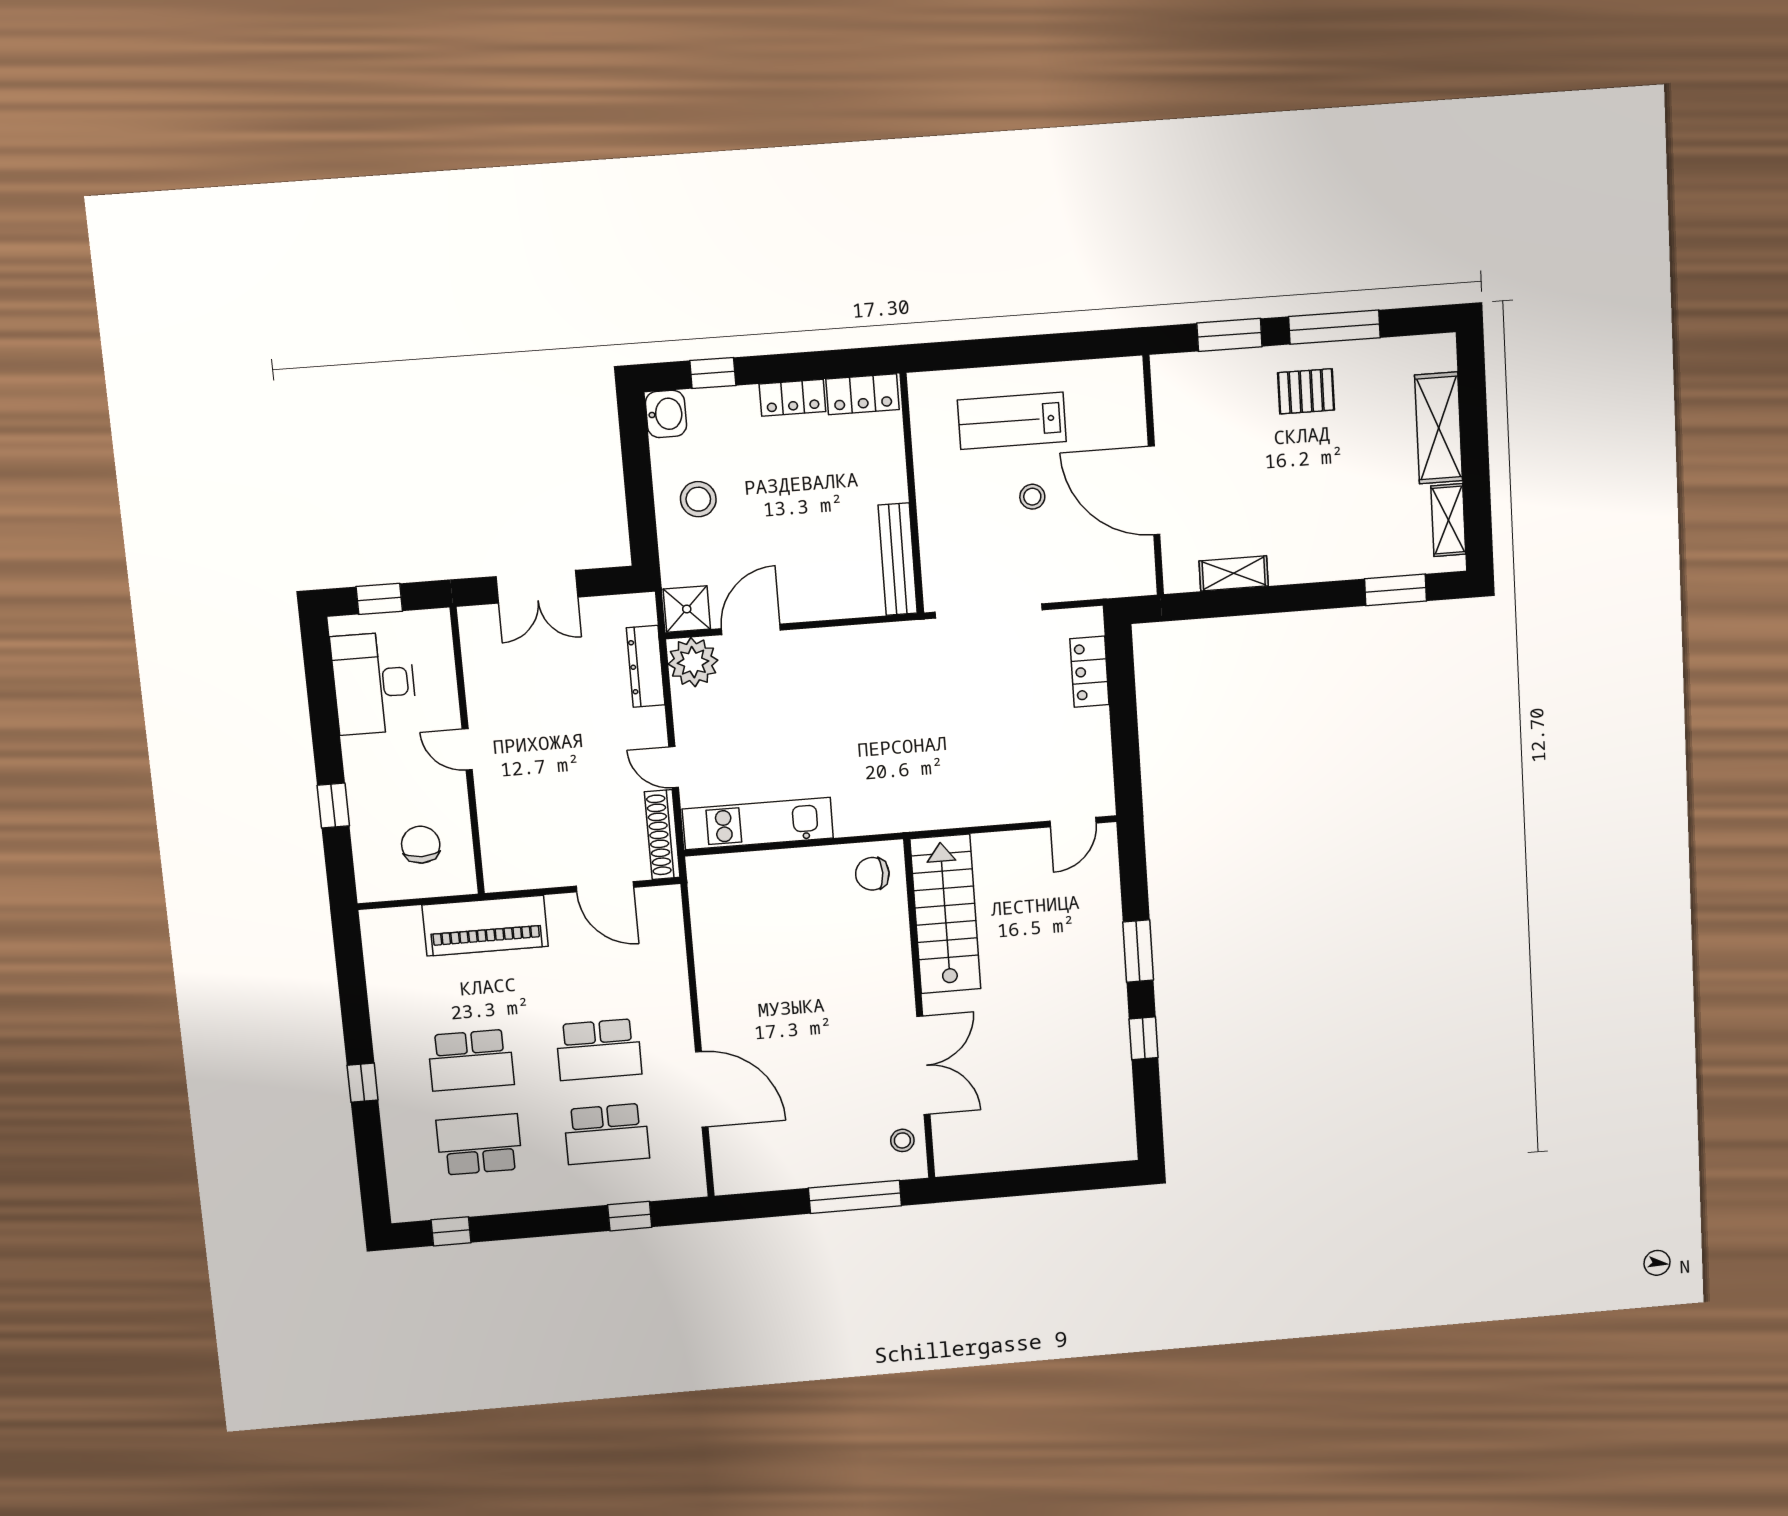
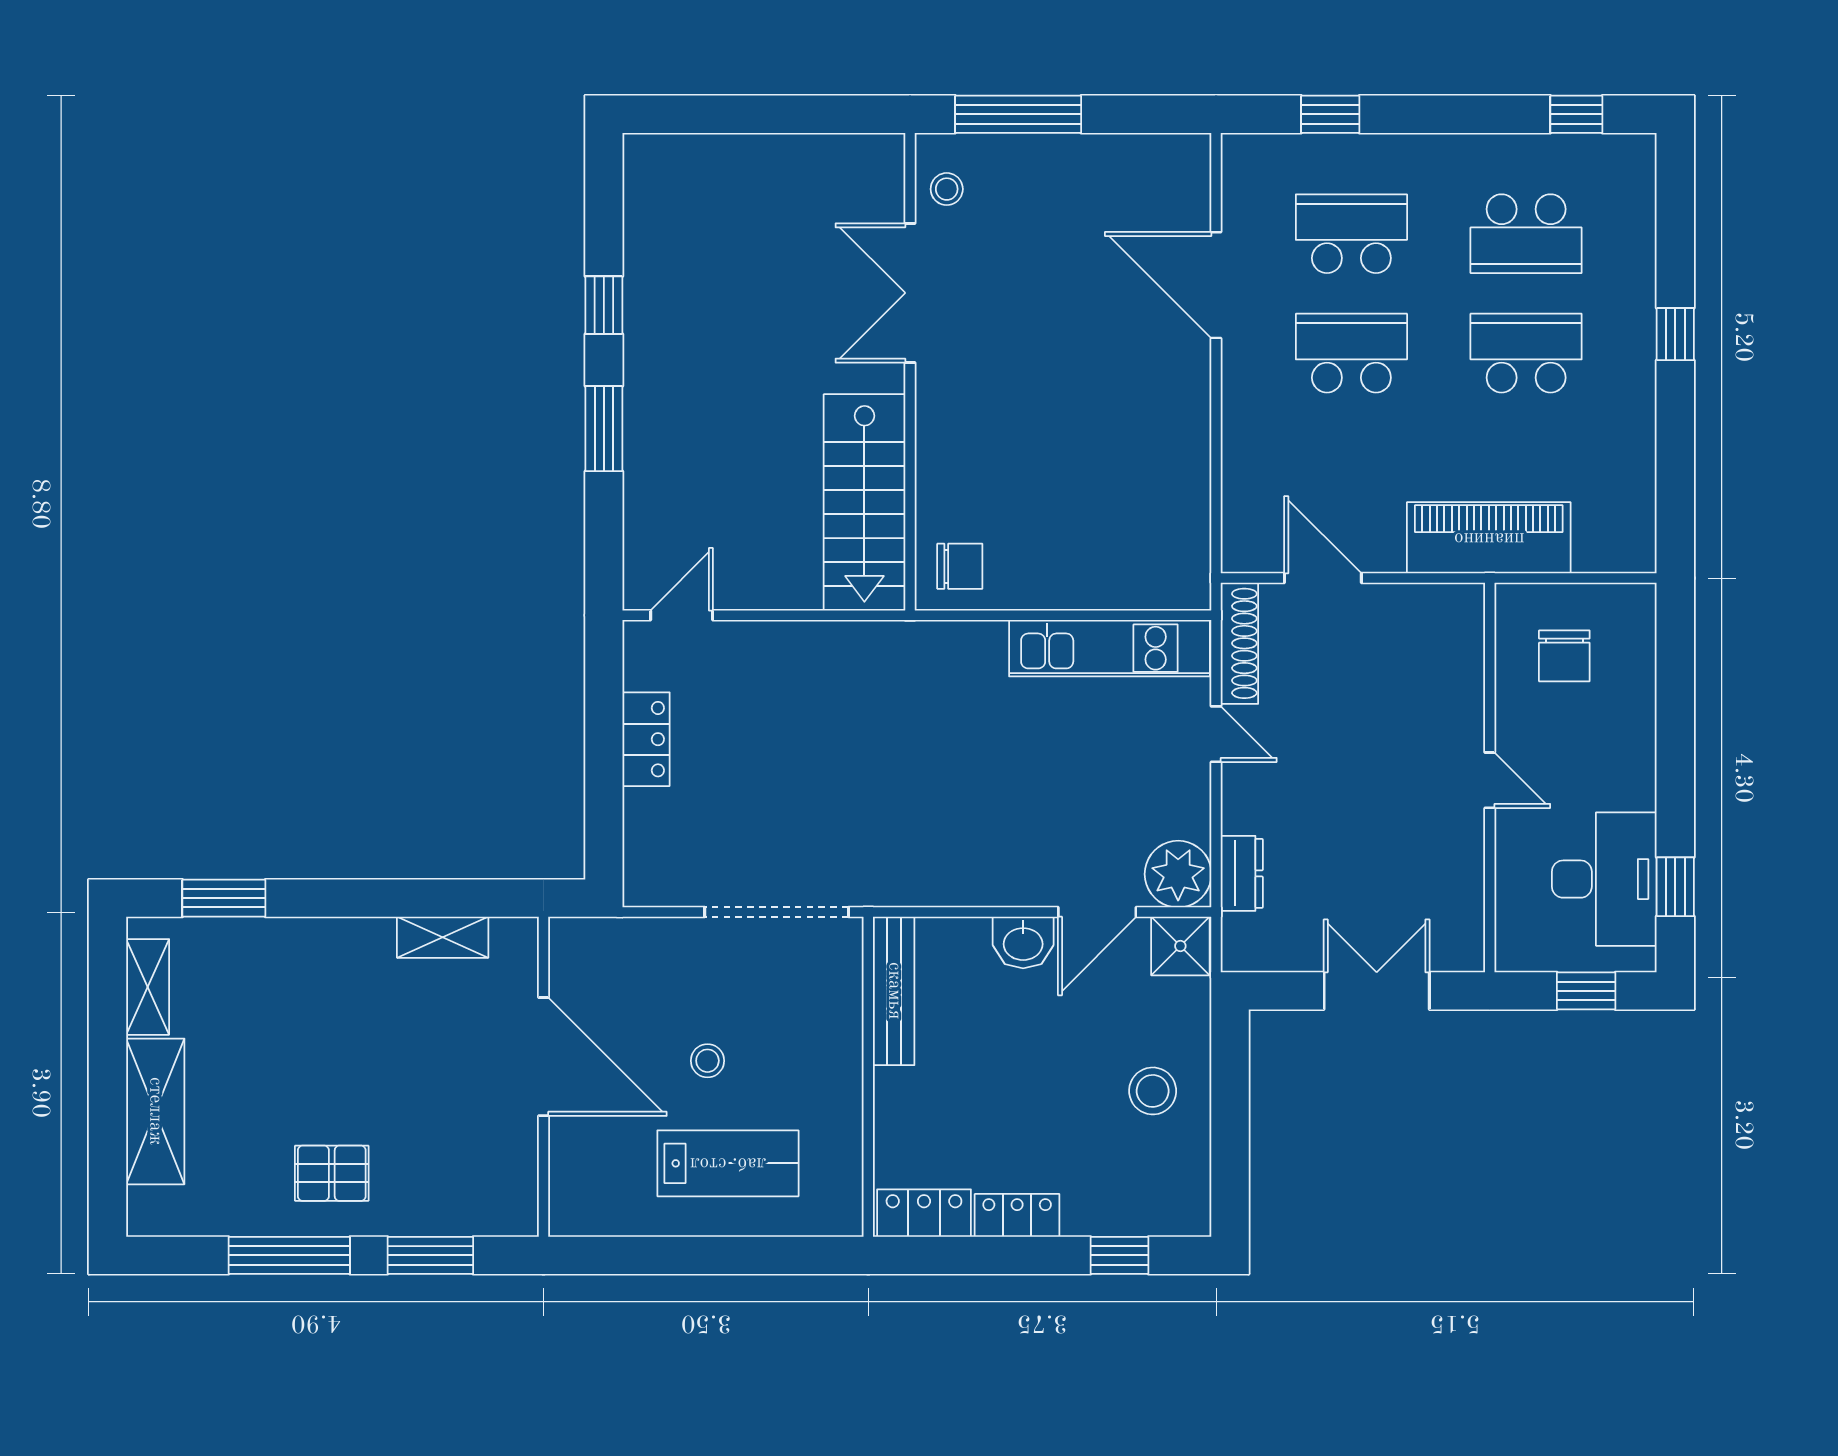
washbasin: (666, 414) -> (1023, 942), moved, turned -90
dresser: (646, 666) -> (1242, 873), width x0.70
locker: (1089, 672) -> (646, 739), moved
window: (333, 806) -> (1675, 887), moved

